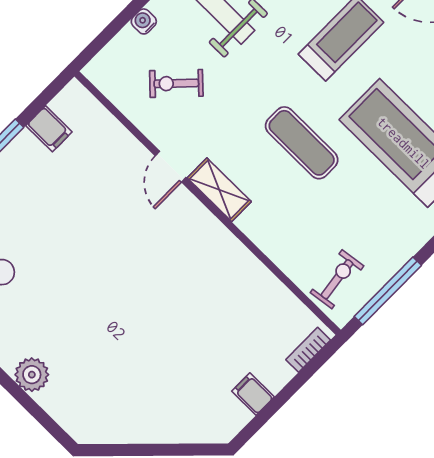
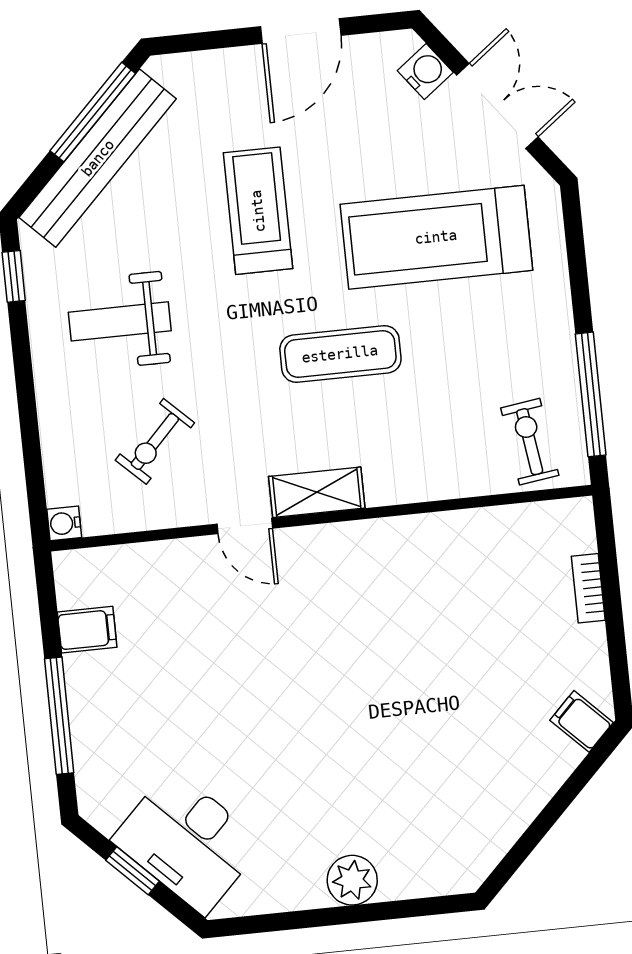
water cooler: (144, 21) -> (64, 523), moved
bookcase: (308, 350) -> (588, 588), moved
filing cabinet: (253, 394) -> (582, 721), moved, turned 45

